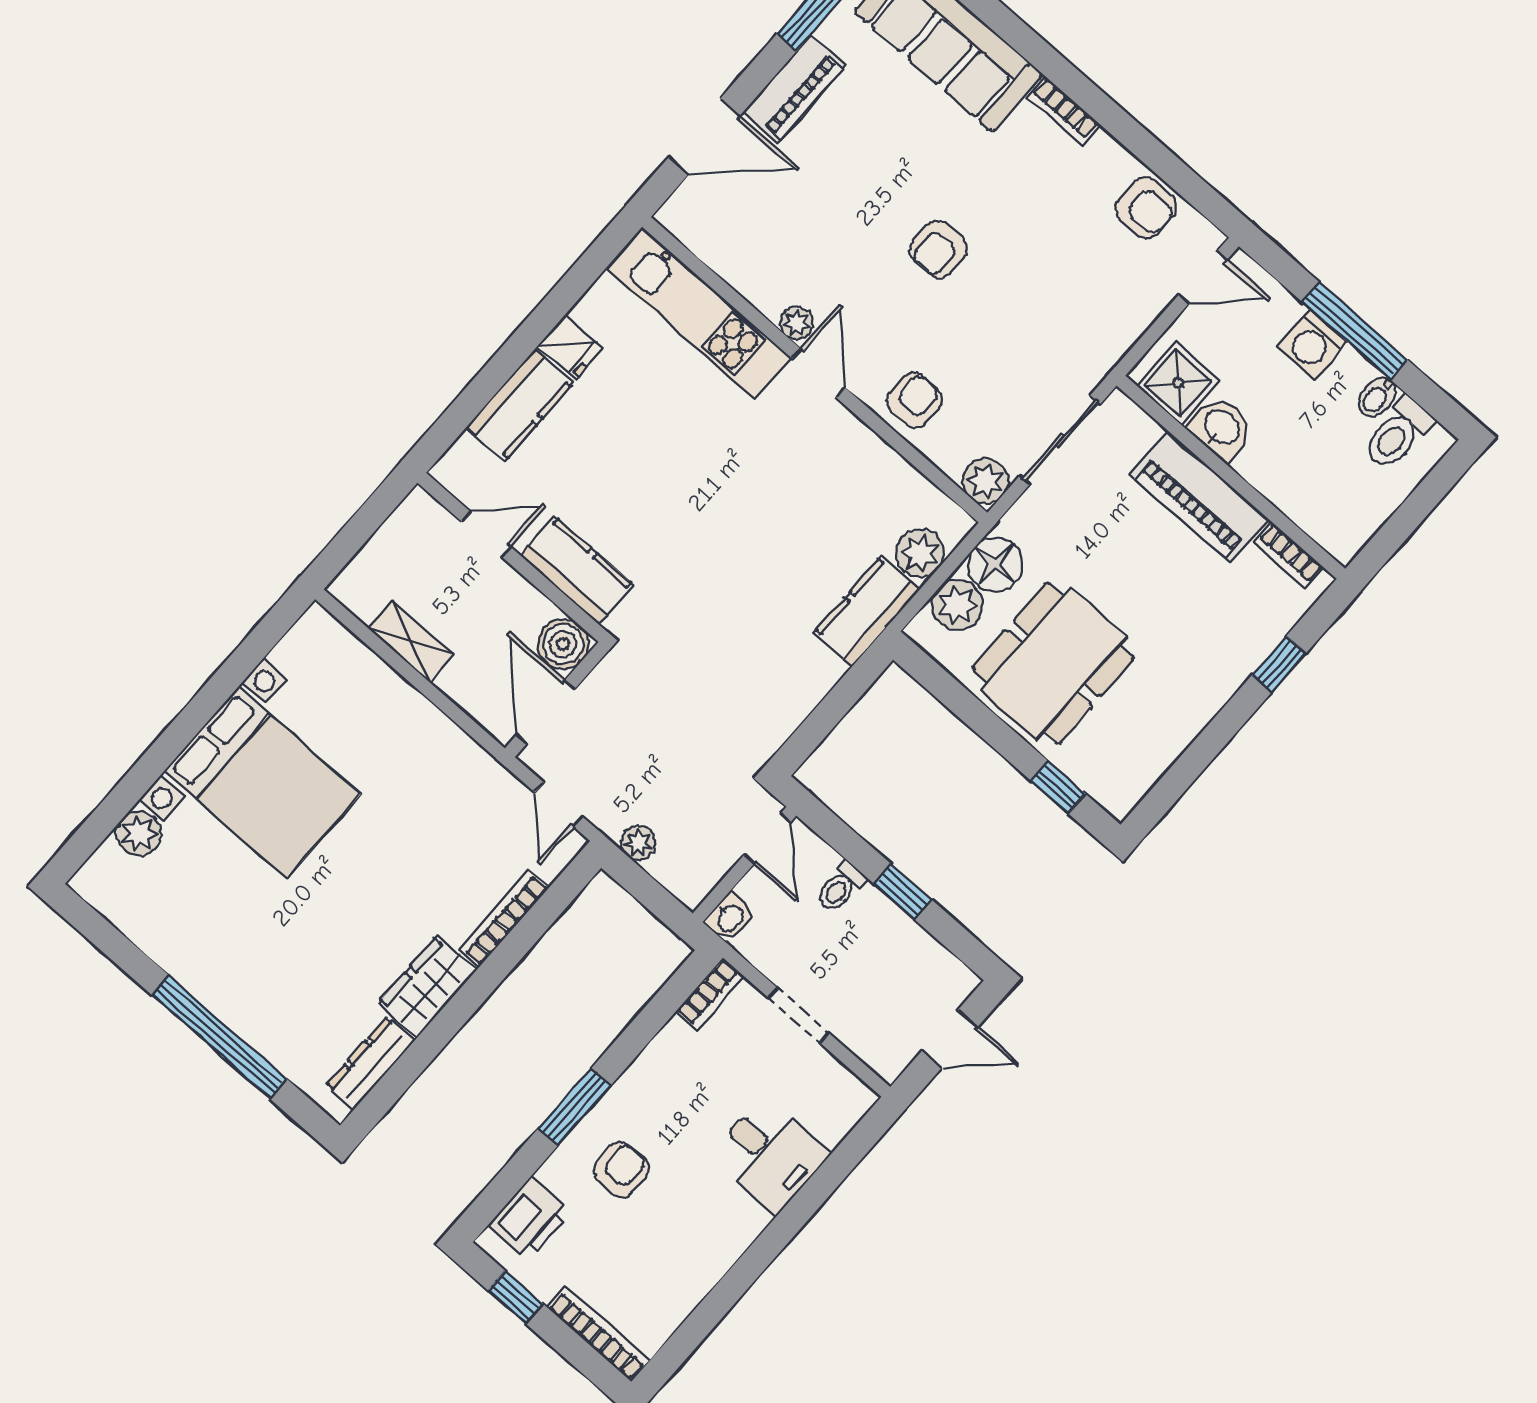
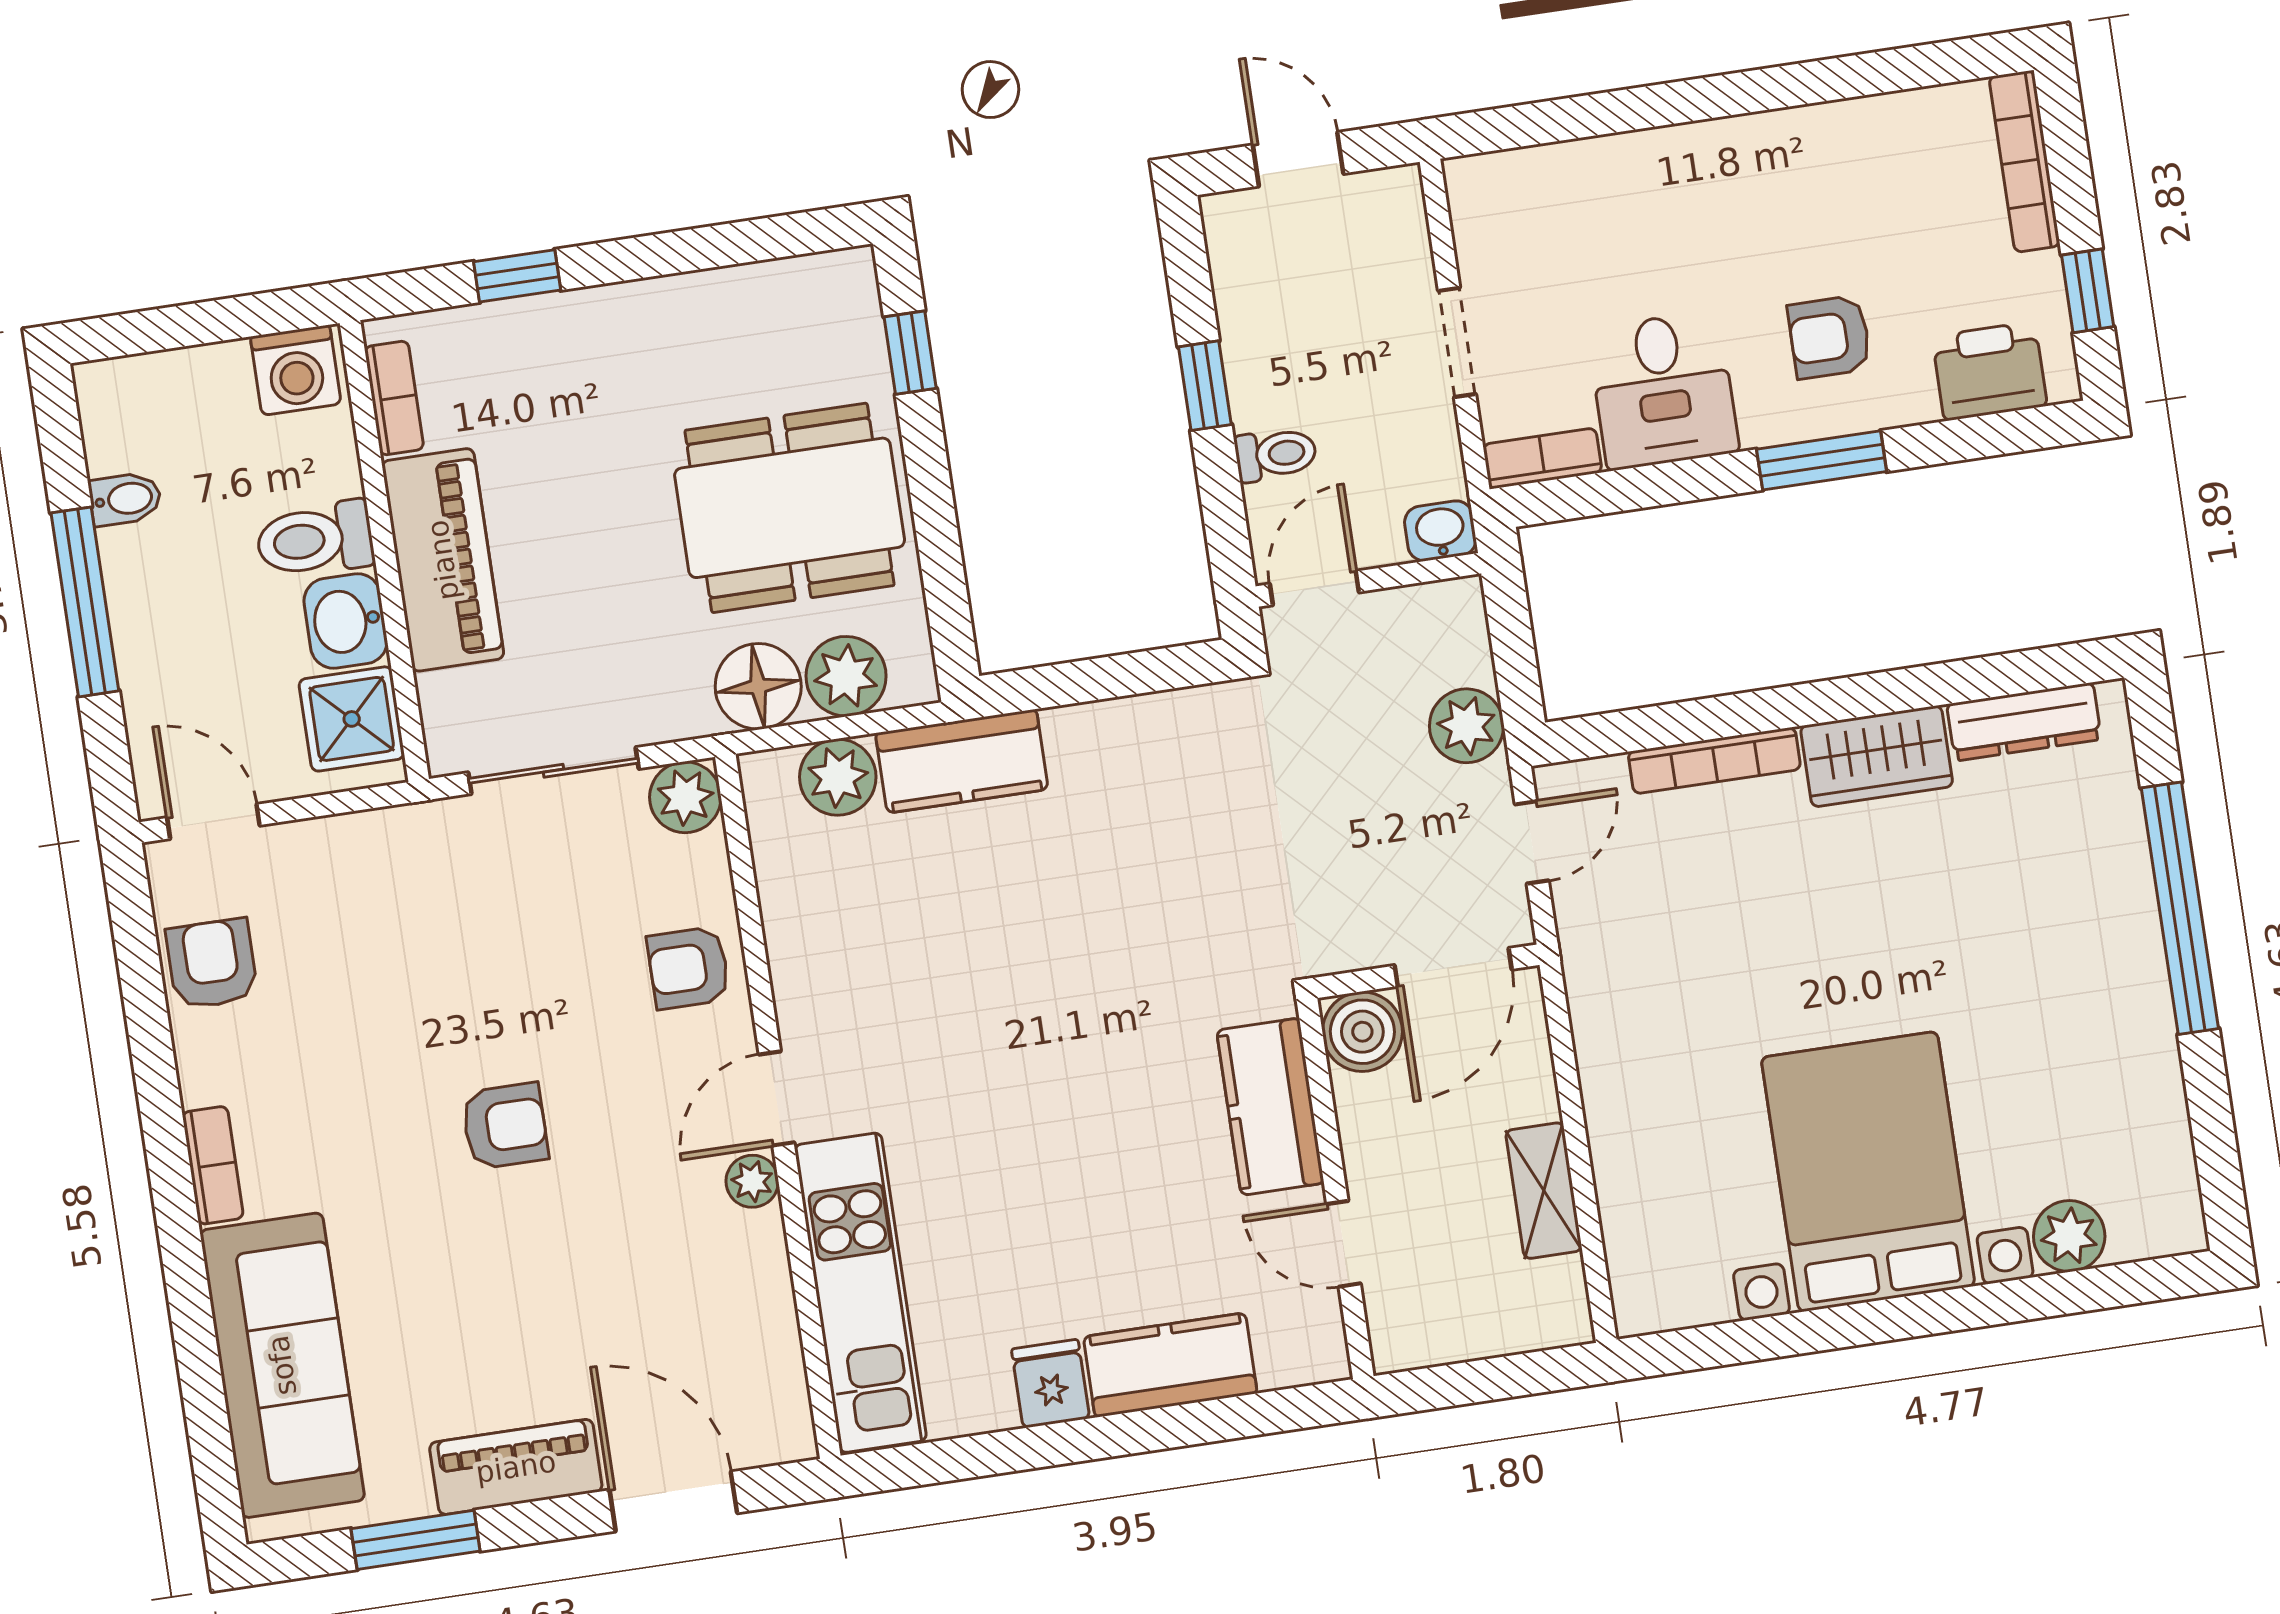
washing machine: (1312, 344) -> (296, 370), moved, turned 90
toilet: (1398, 434) -> (315, 539), moved, turned 180
plant: (638, 843) -> (1467, 726), width x1.38, depth x1.38
desk: (770, 1155) -> (1663, 390), moved, turned 180

